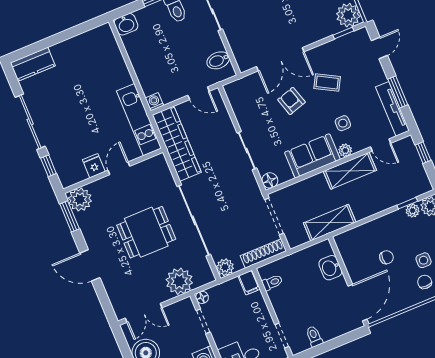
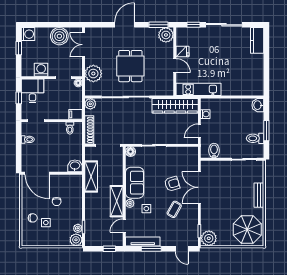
washing machine: (154, 102) -> (205, 114), moved
washbasin: (330, 268) -> (75, 166), moved

